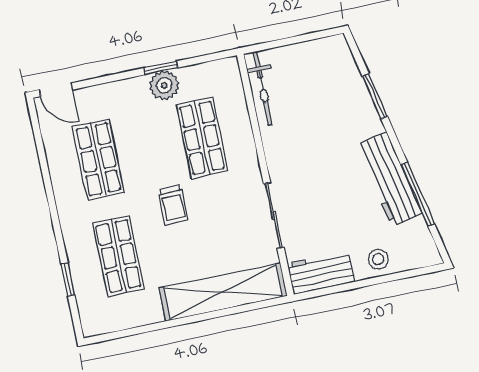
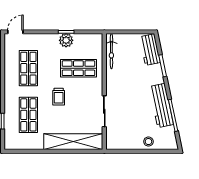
door: (56, 90) -> (15, 32), swing flipped
shop shelf: (202, 138) -> (78, 68), turned 90
workbench: (321, 272) -> (150, 50), moved, turned -102

